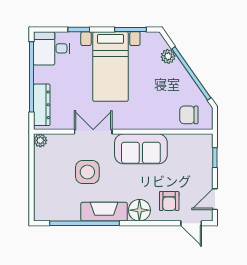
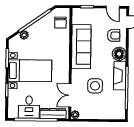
desk: (52, 48) -> (29, 107), moved
double door: (93, 132) -> (70, 95), moved
sofa: (141, 149) -> (81, 47), width x1.36

